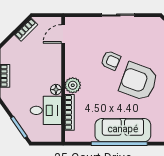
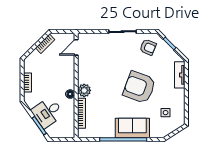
armchair: (111, 60) -> (148, 47), moved
desk: (46, 110) -> (48, 112), moved, turned 145
sofa: (123, 130) -> (132, 128), width x0.73

